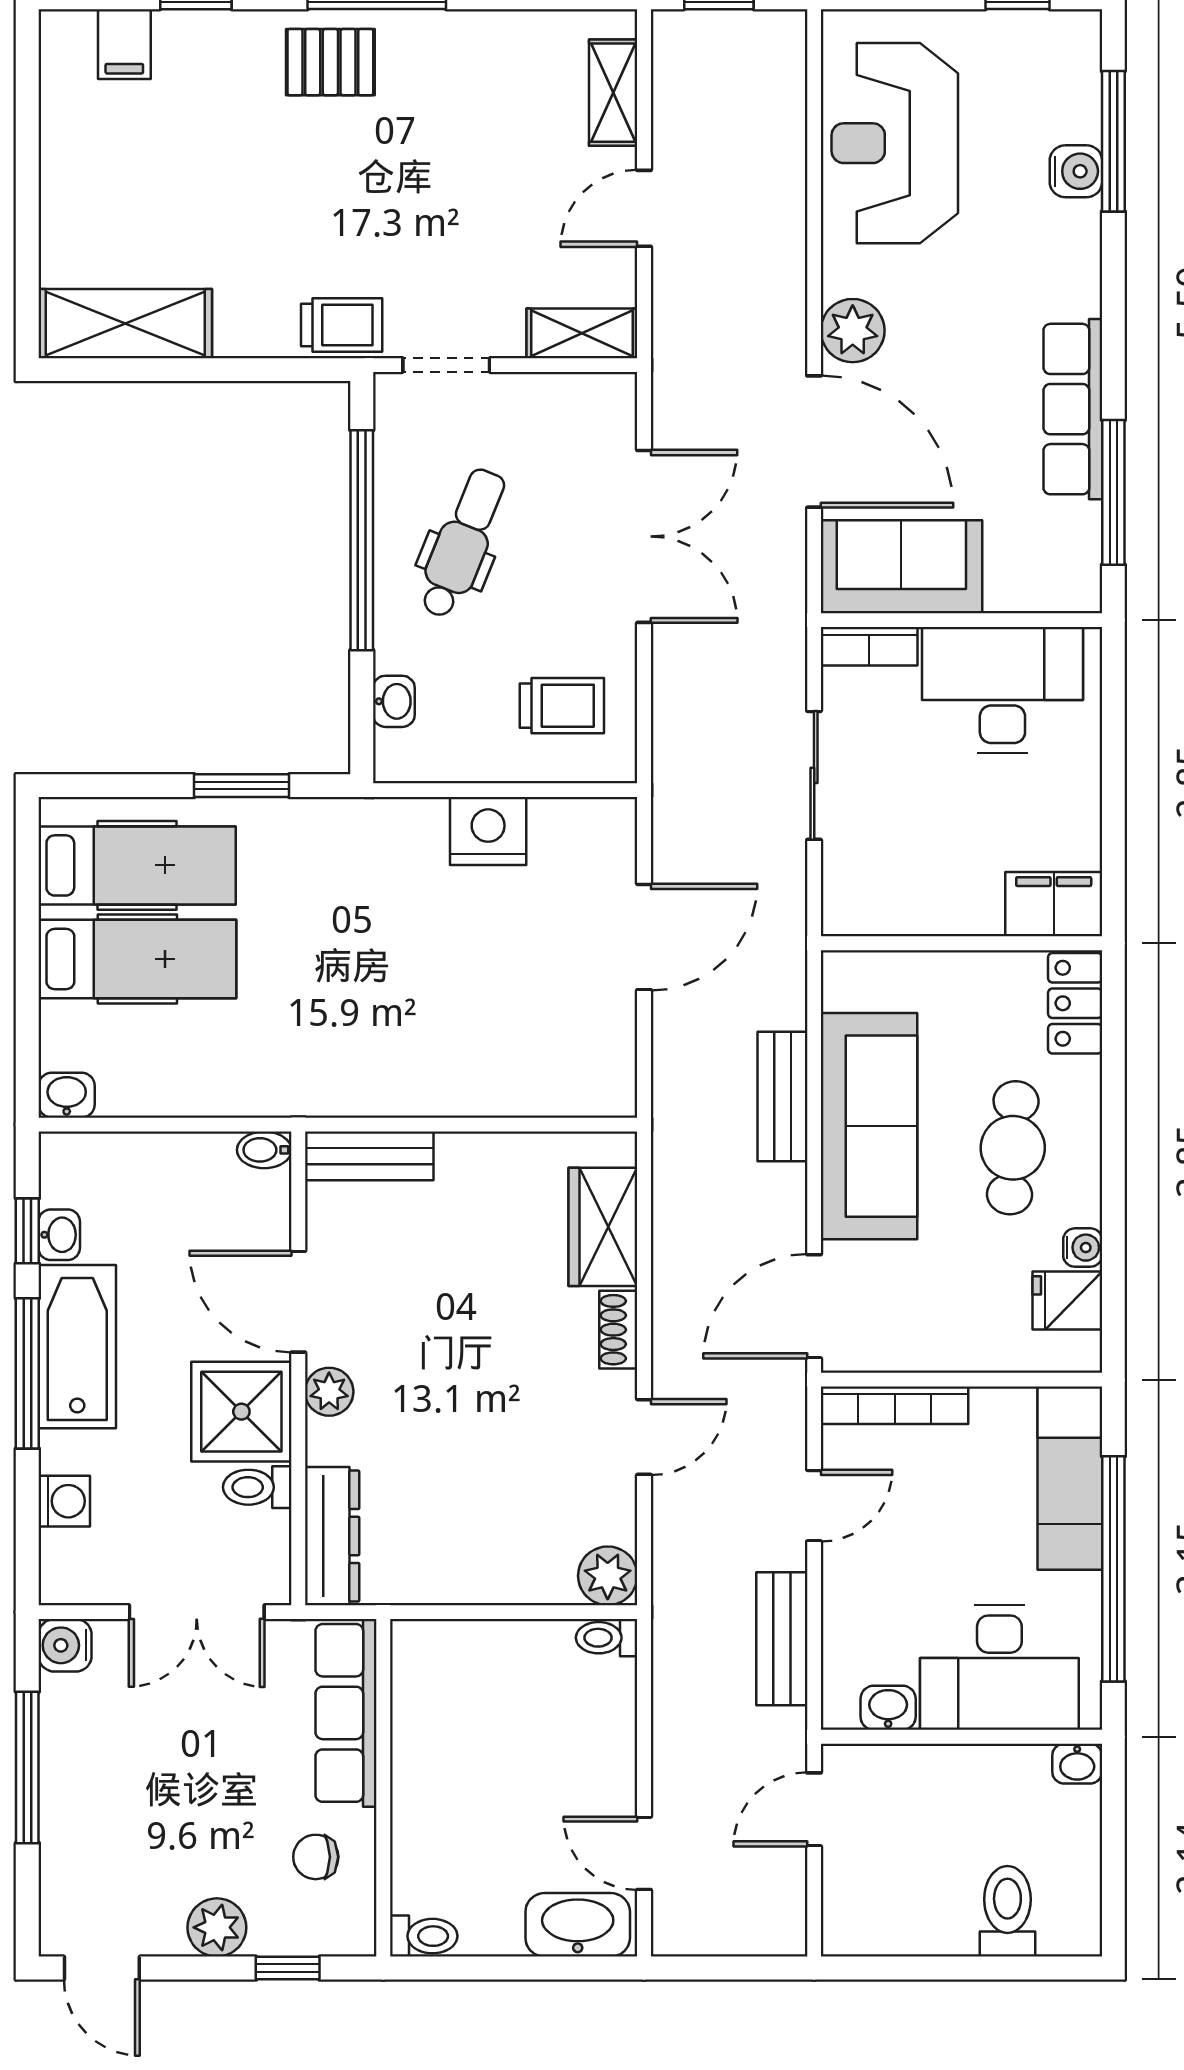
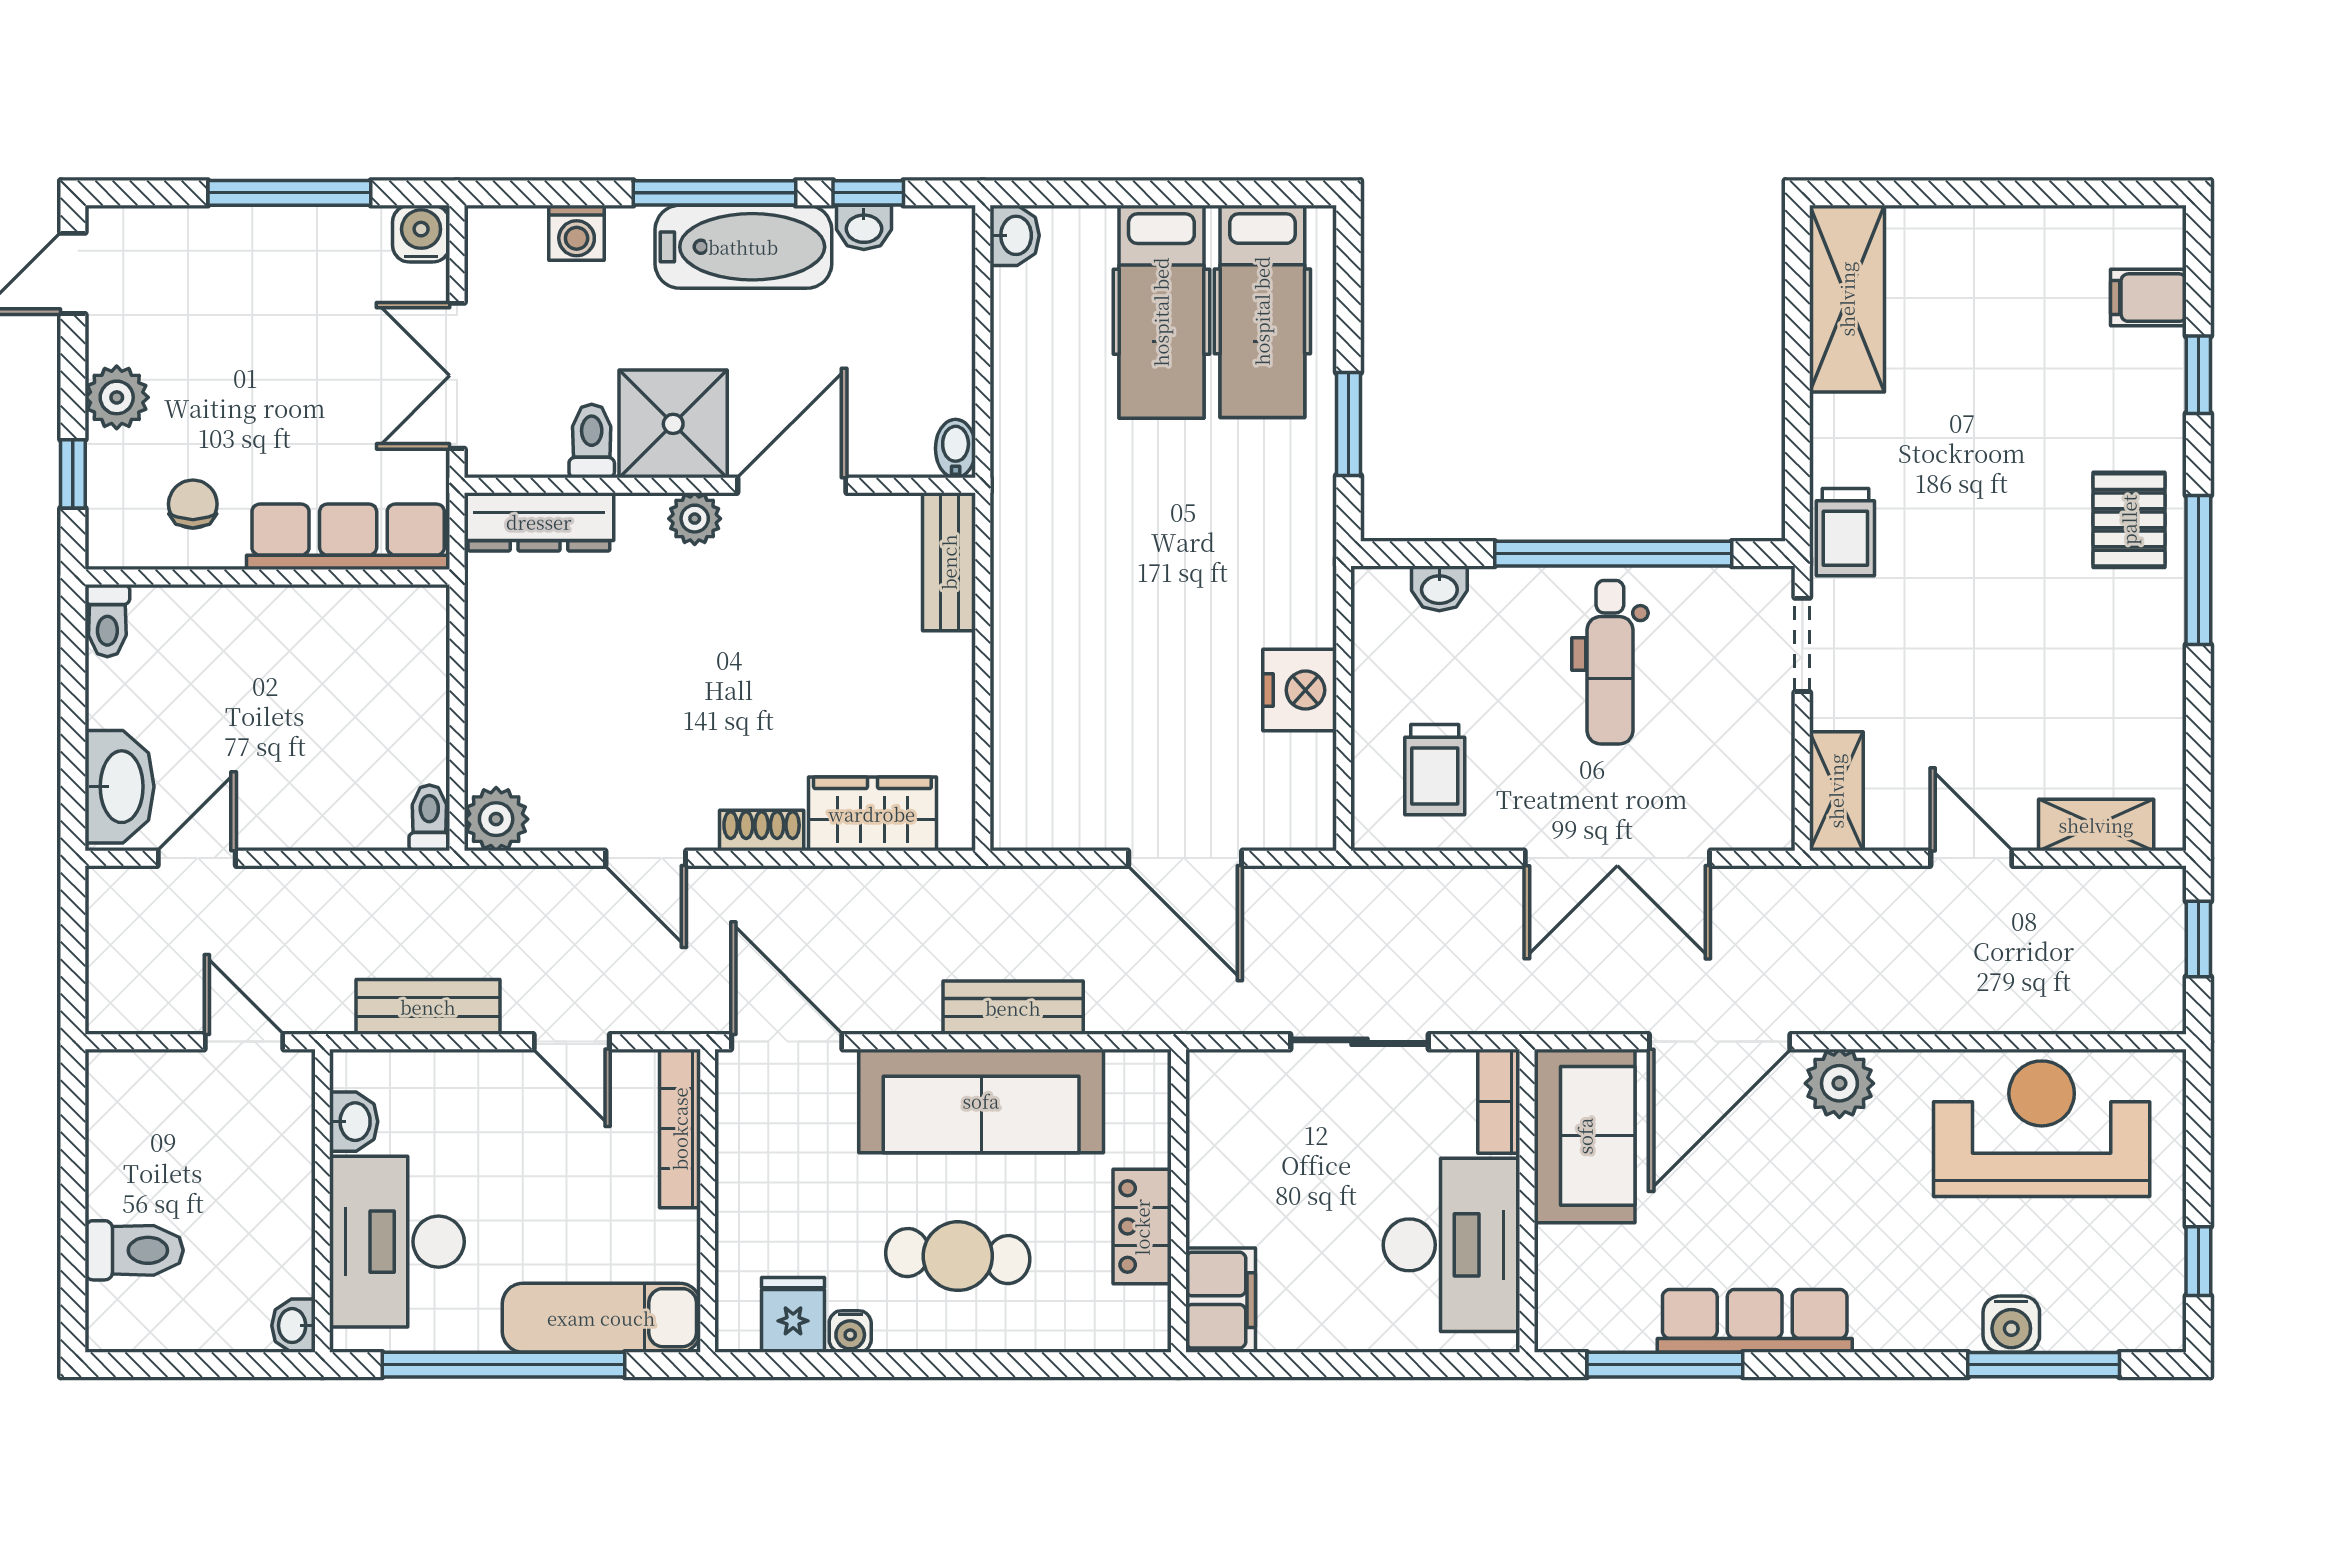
dental chair: (462, 543) -> (1610, 662), turned 68
locker: (1075, 1003) -> (1142, 1227), moved, turned -90

